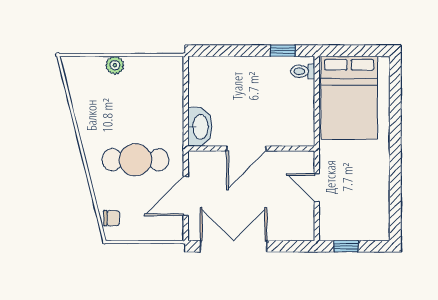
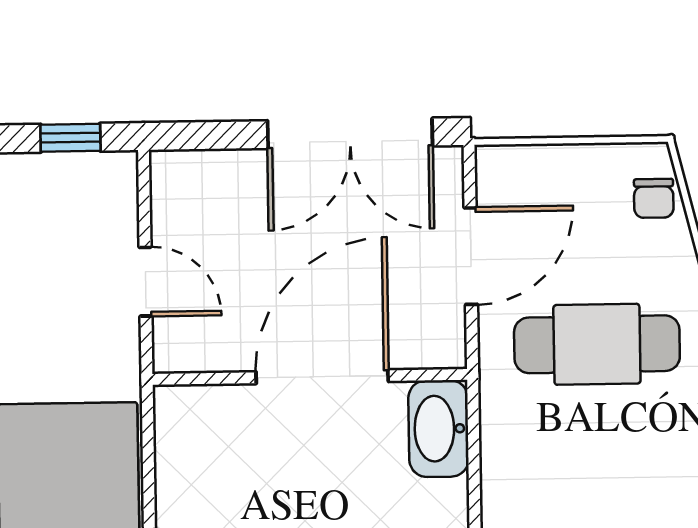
door: (246, 148) -> (322, 377), width x1.36
chair: (112, 218) -> (654, 198), turned -90

